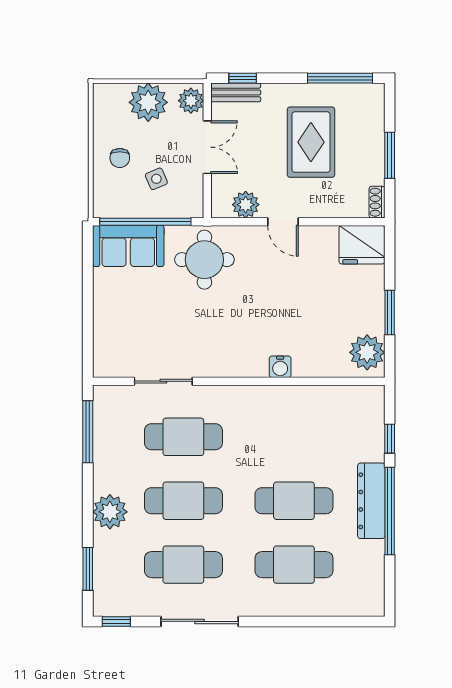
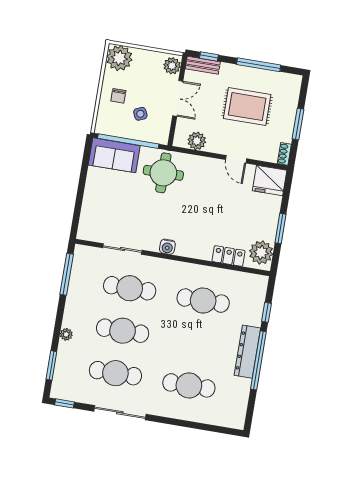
window: (340, 78) -> (259, 65), moved
plant: (148, 102) -> (119, 58), moved
rug: (311, 142) -> (247, 107), turned 90
door: (283, 222) -> (236, 159), moved
locker: (320, 365) -> (229, 256), added
water cooler: (280, 367) -> (167, 247), moved
cafe table: (294, 501) -> (203, 301), moved
plant: (110, 512) -> (66, 334), width x0.53, depth x0.53

